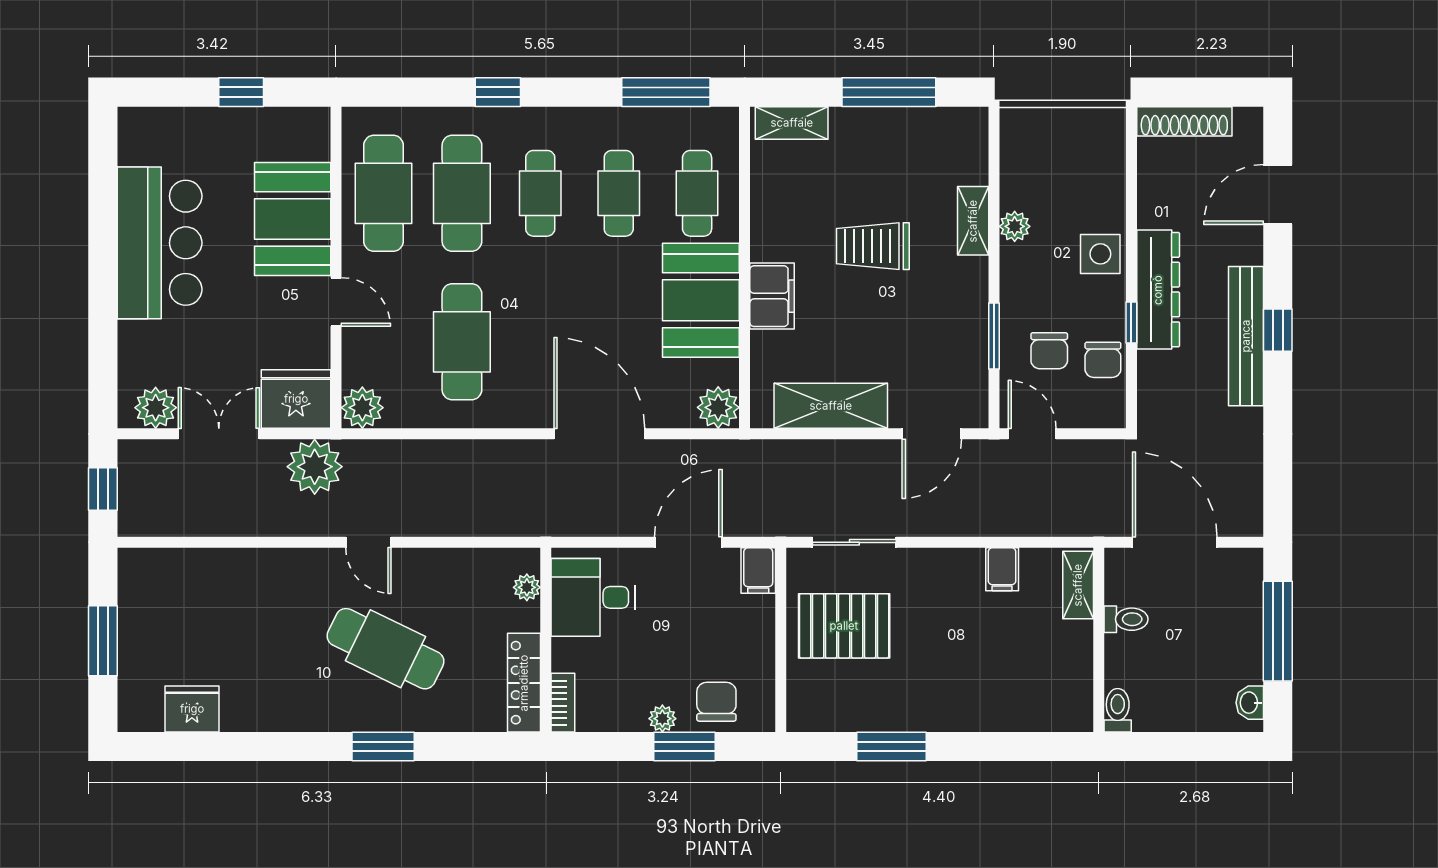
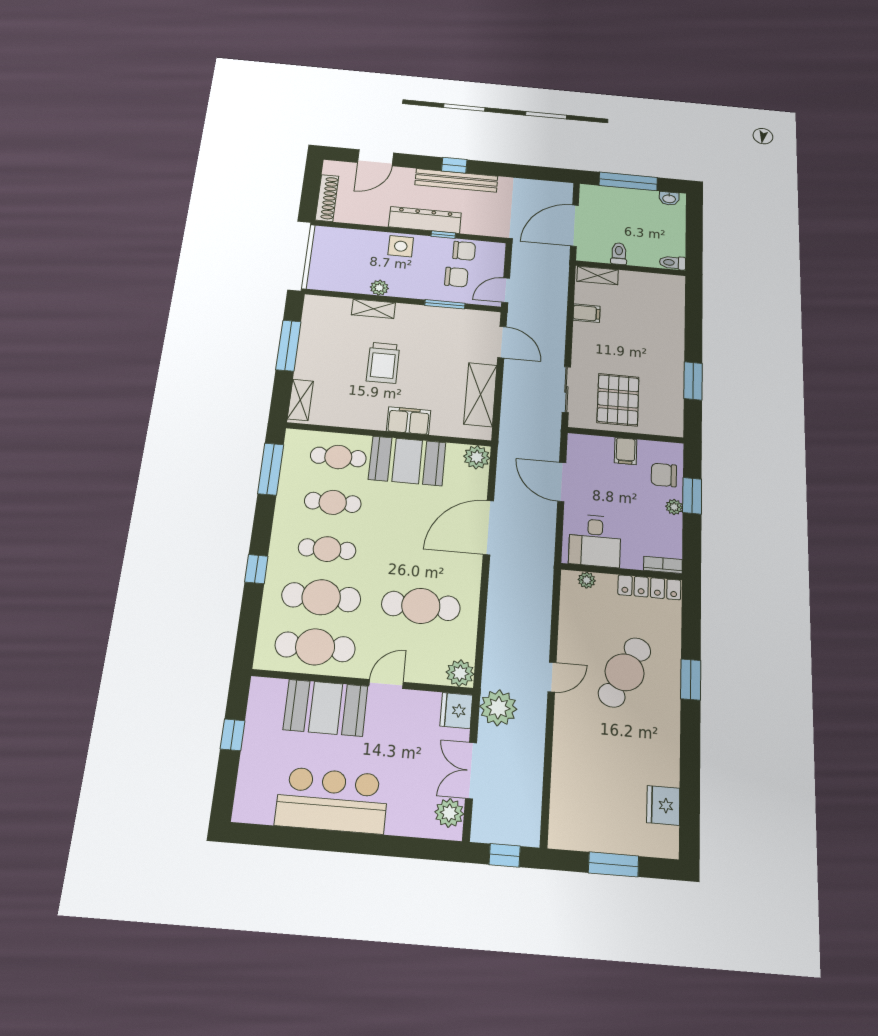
door: (1278, 195) -> (376, 158), hinge flipped
fridge: (296, 399) -> (456, 711), width x0.73, depth x0.75
filing cabinet: (758, 570) -> (626, 451), moved, turned 90

